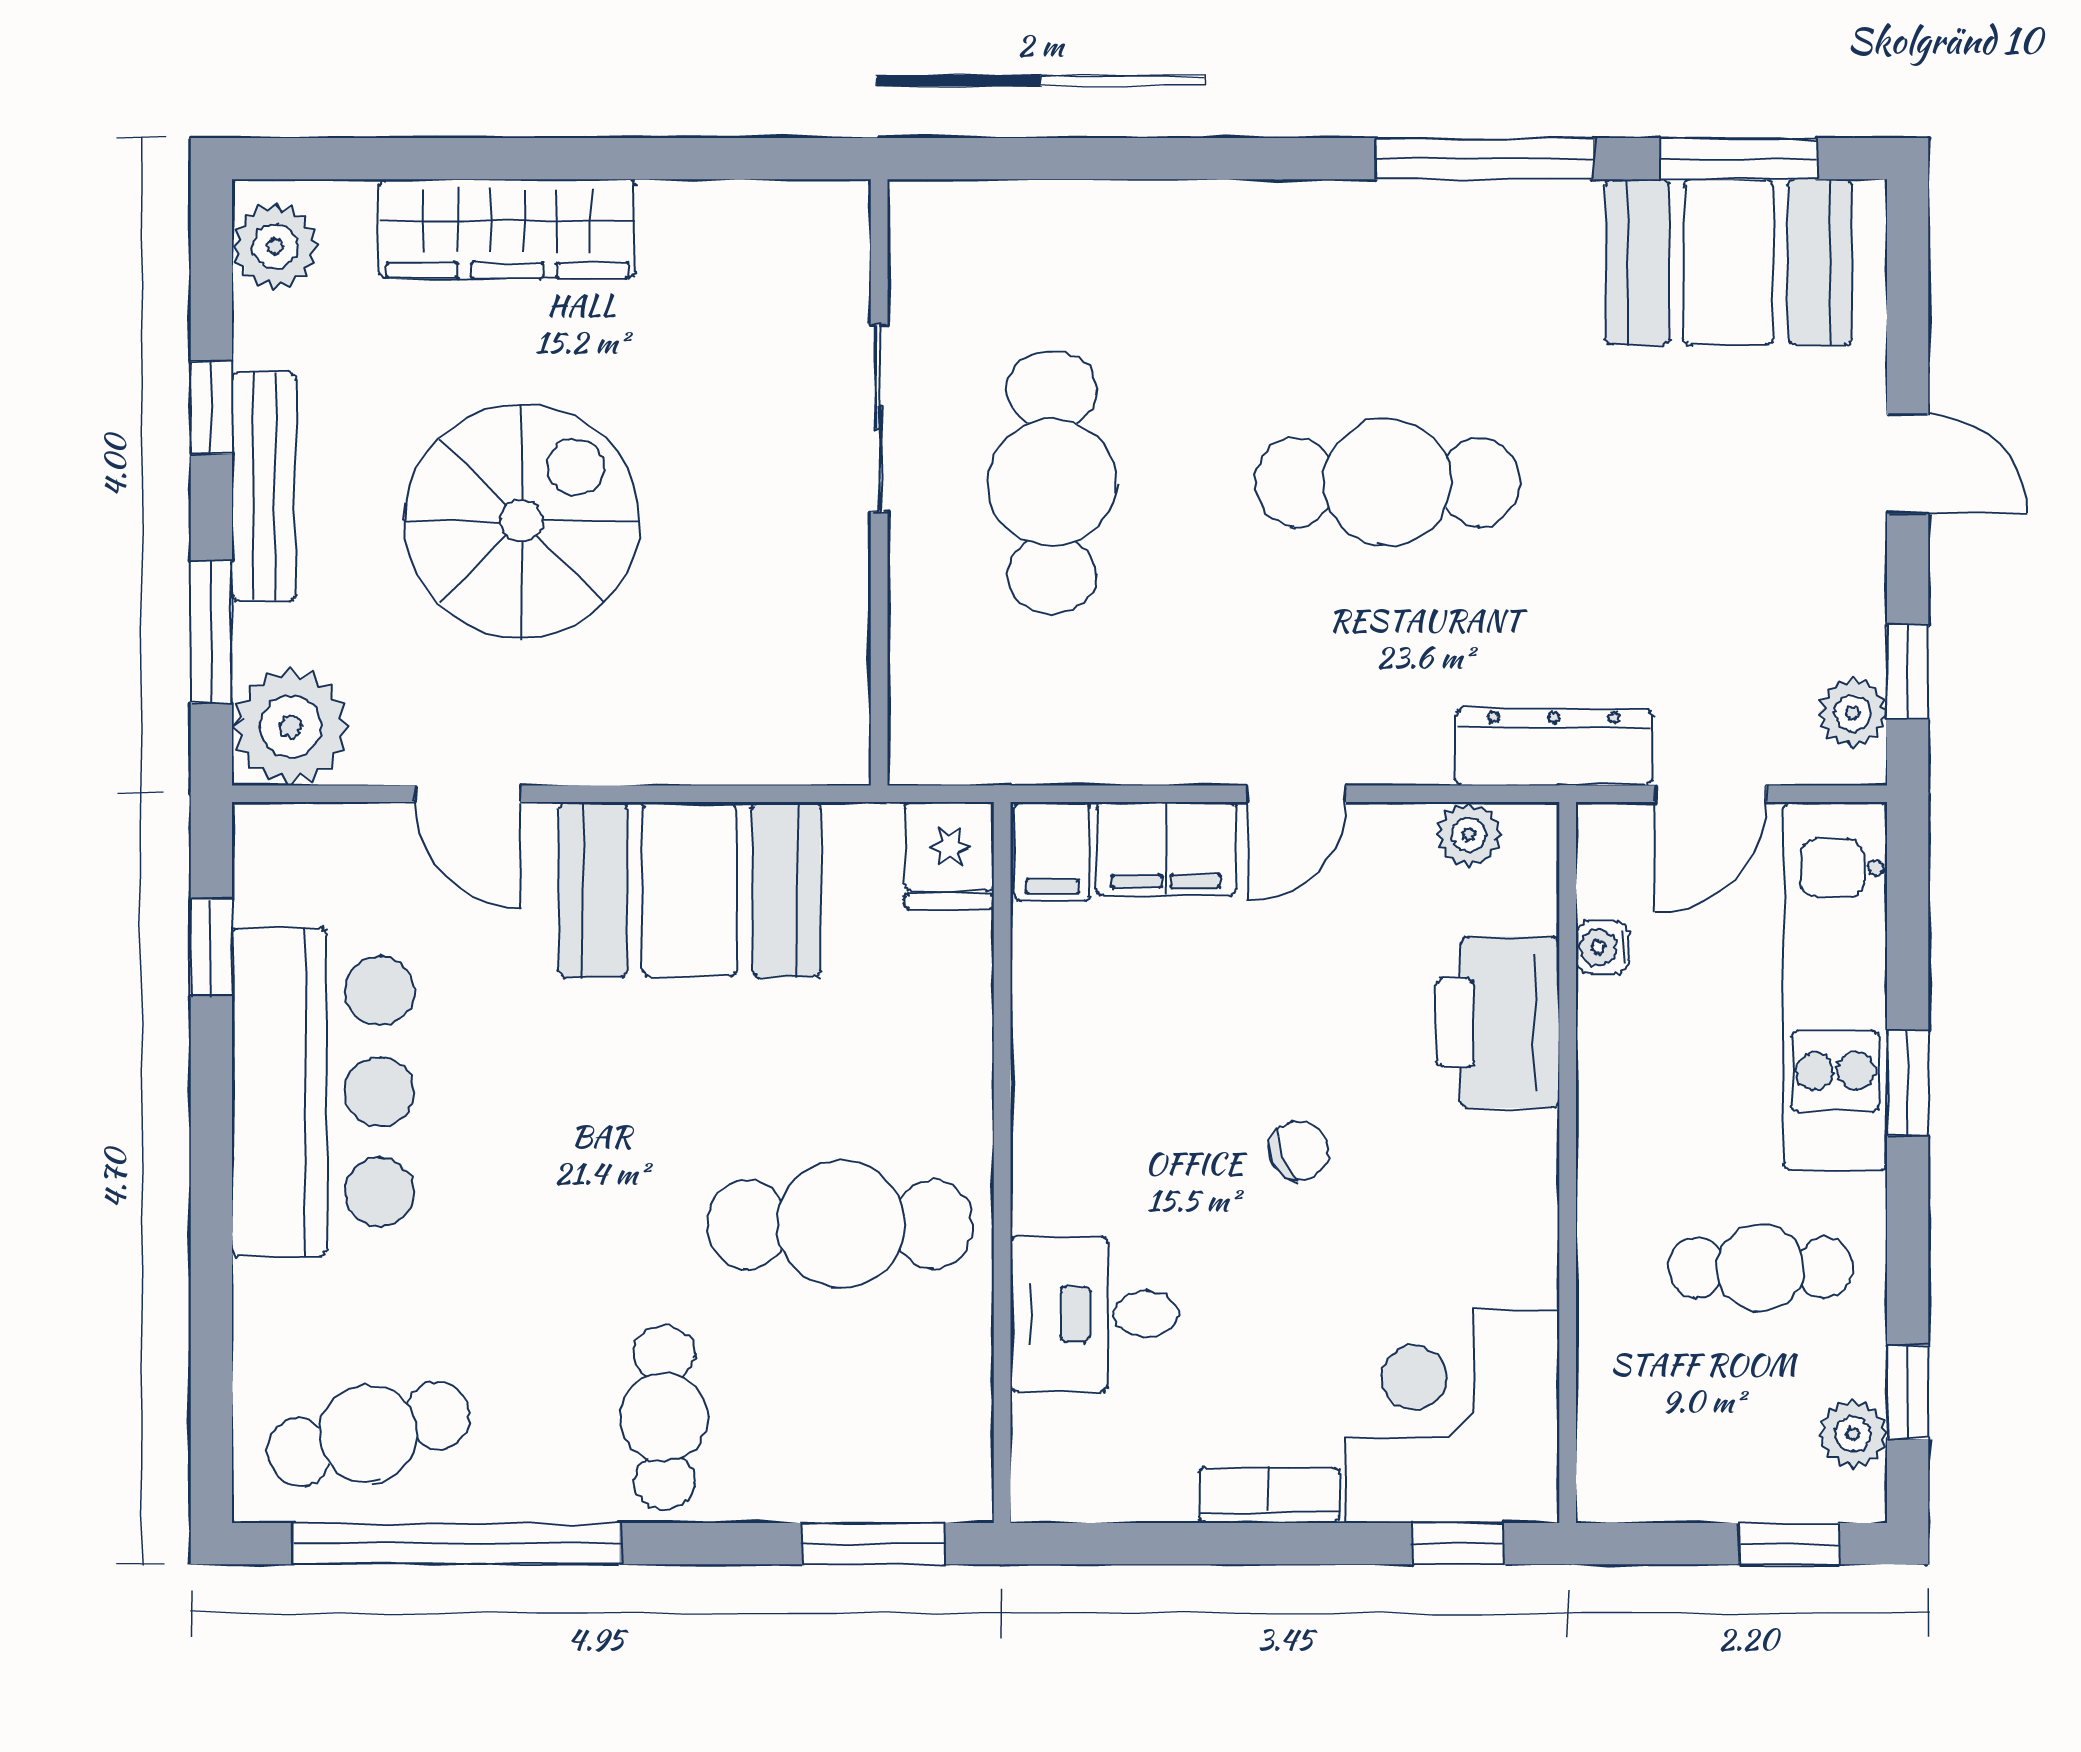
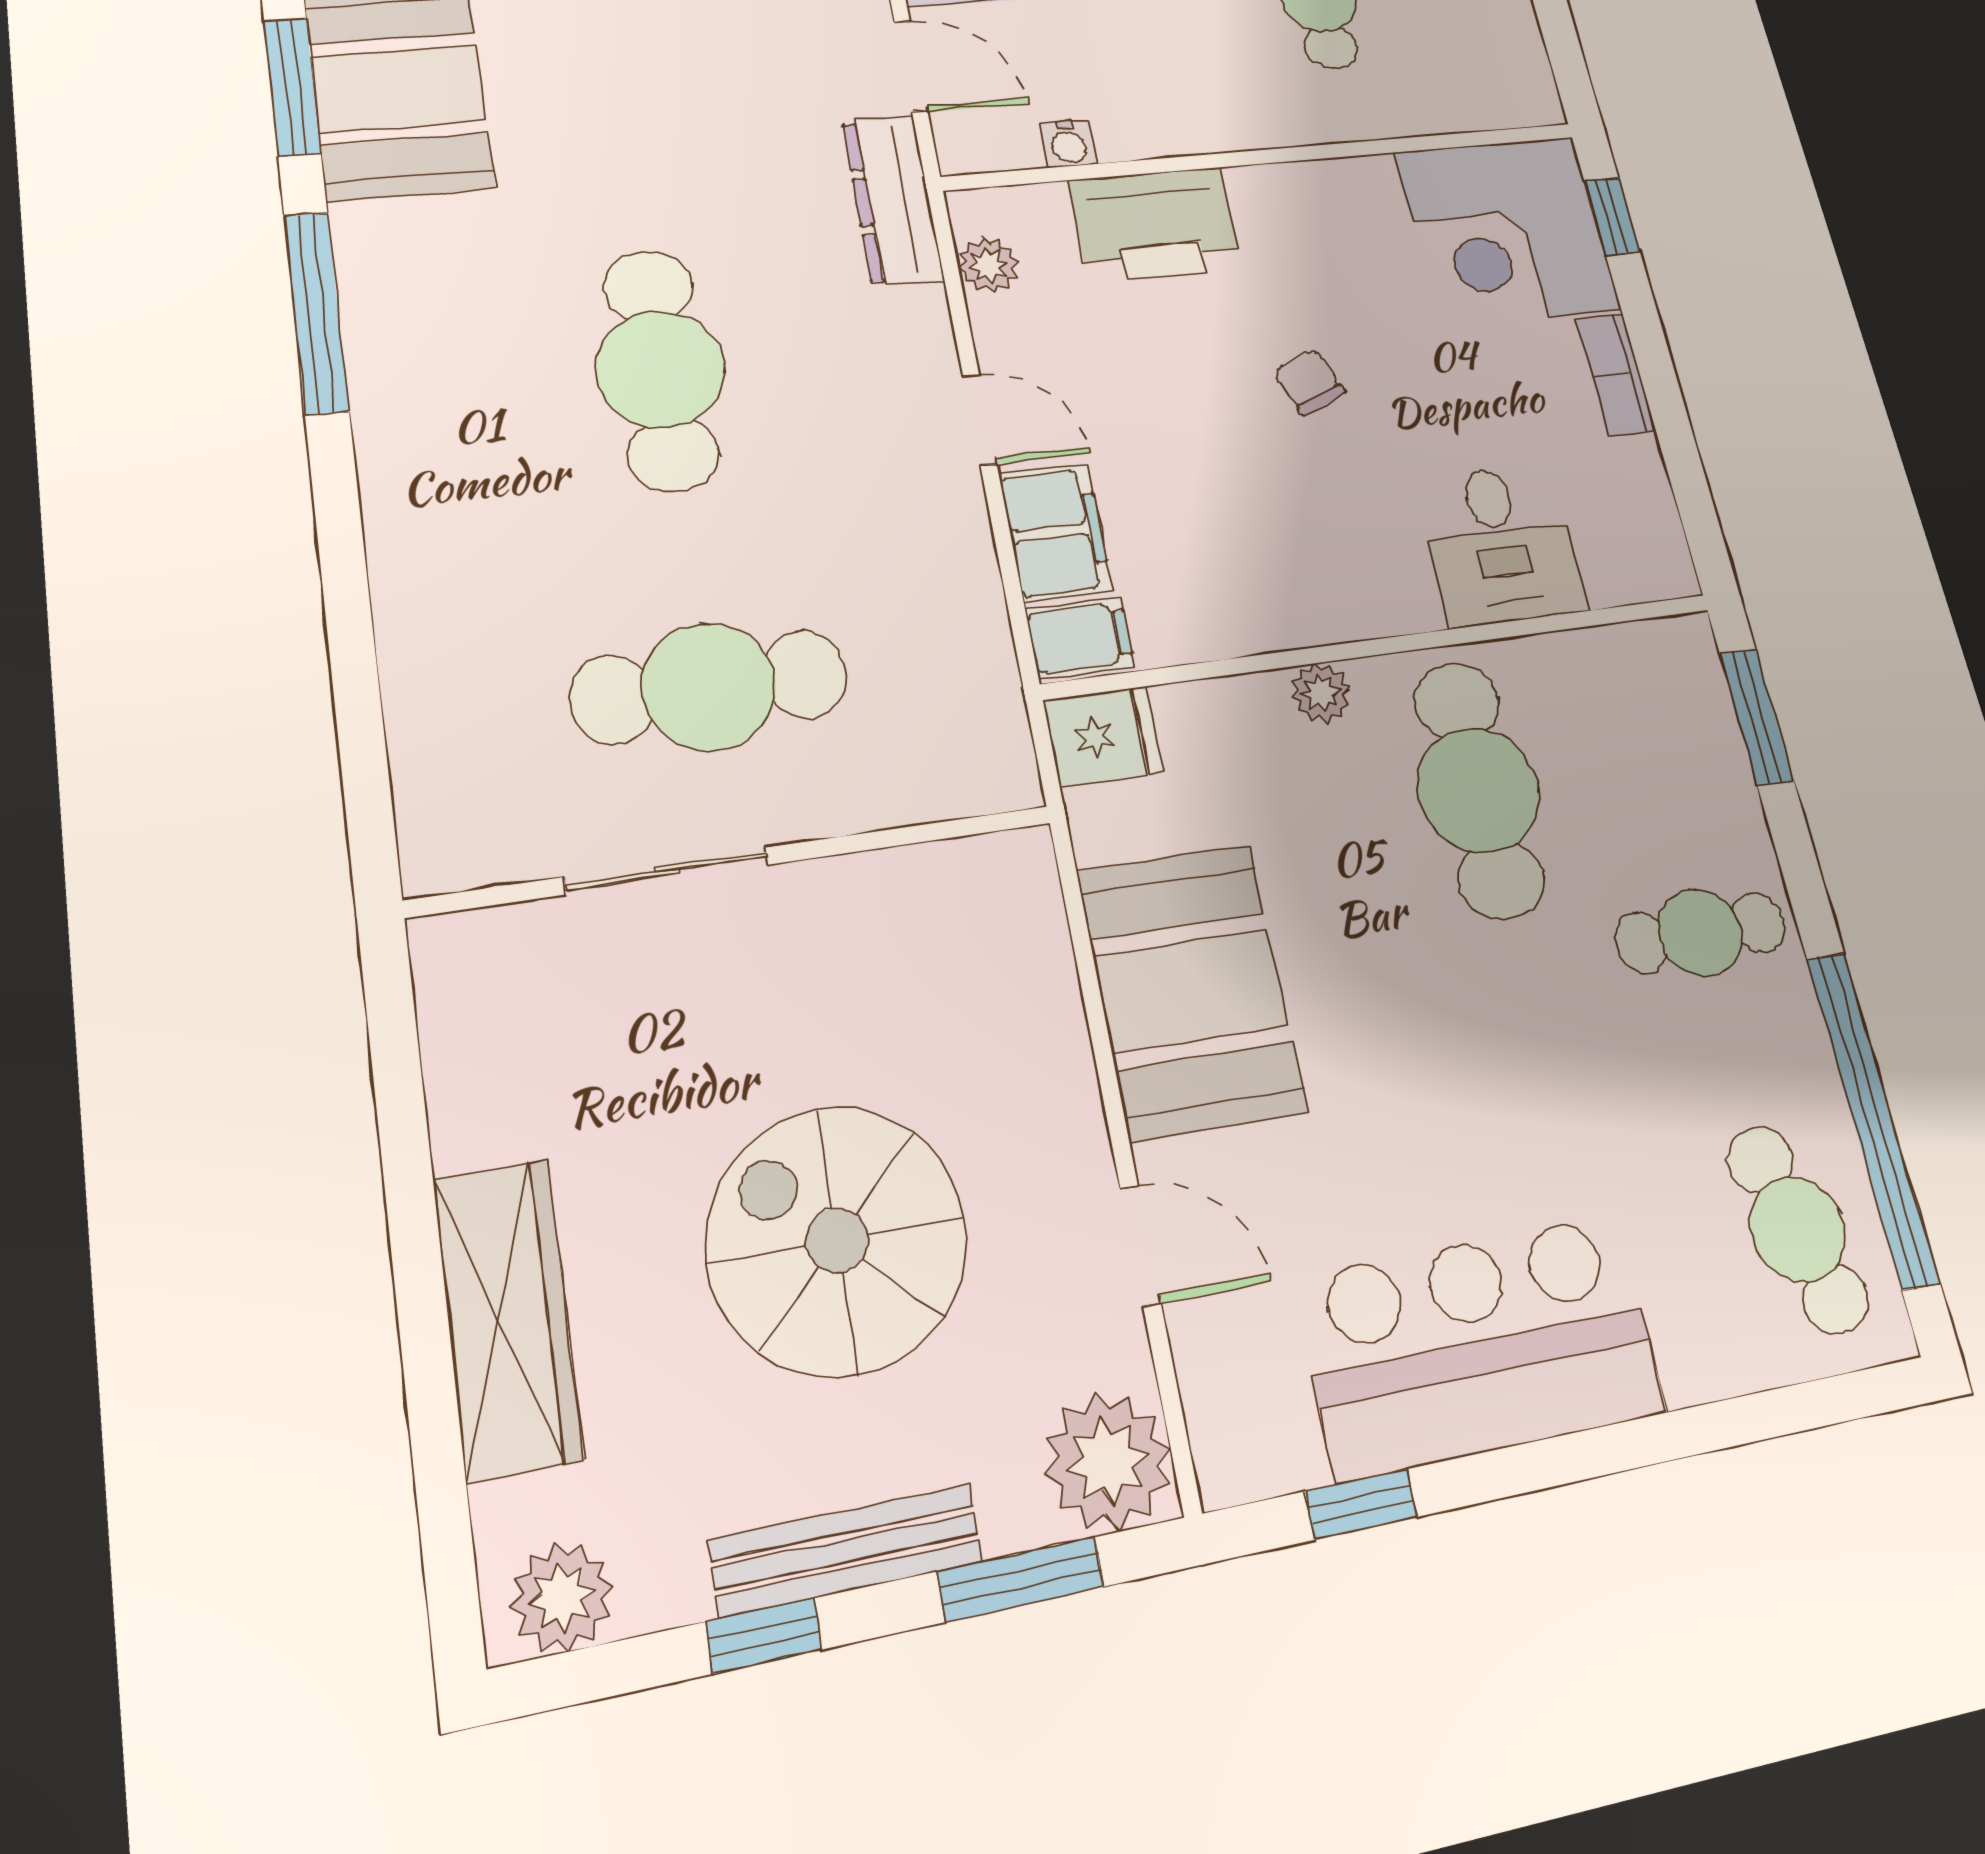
door: (468, 794) -> (1141, 1246), hinge flipped
plant: (962, 1085) -> (1321, 693), added

